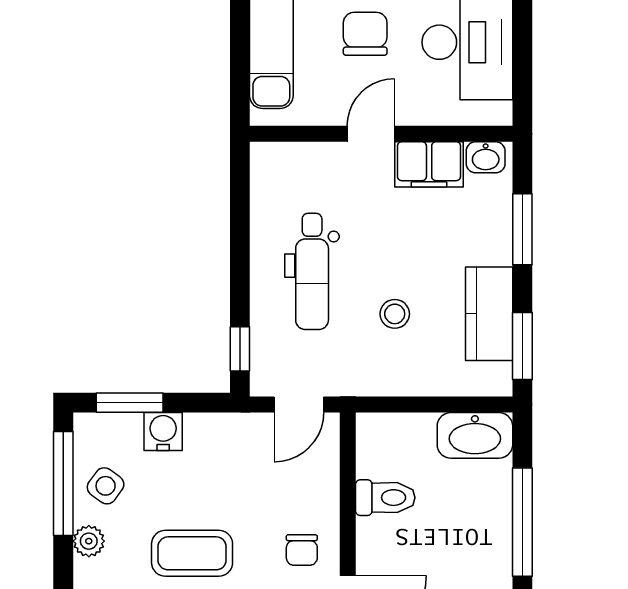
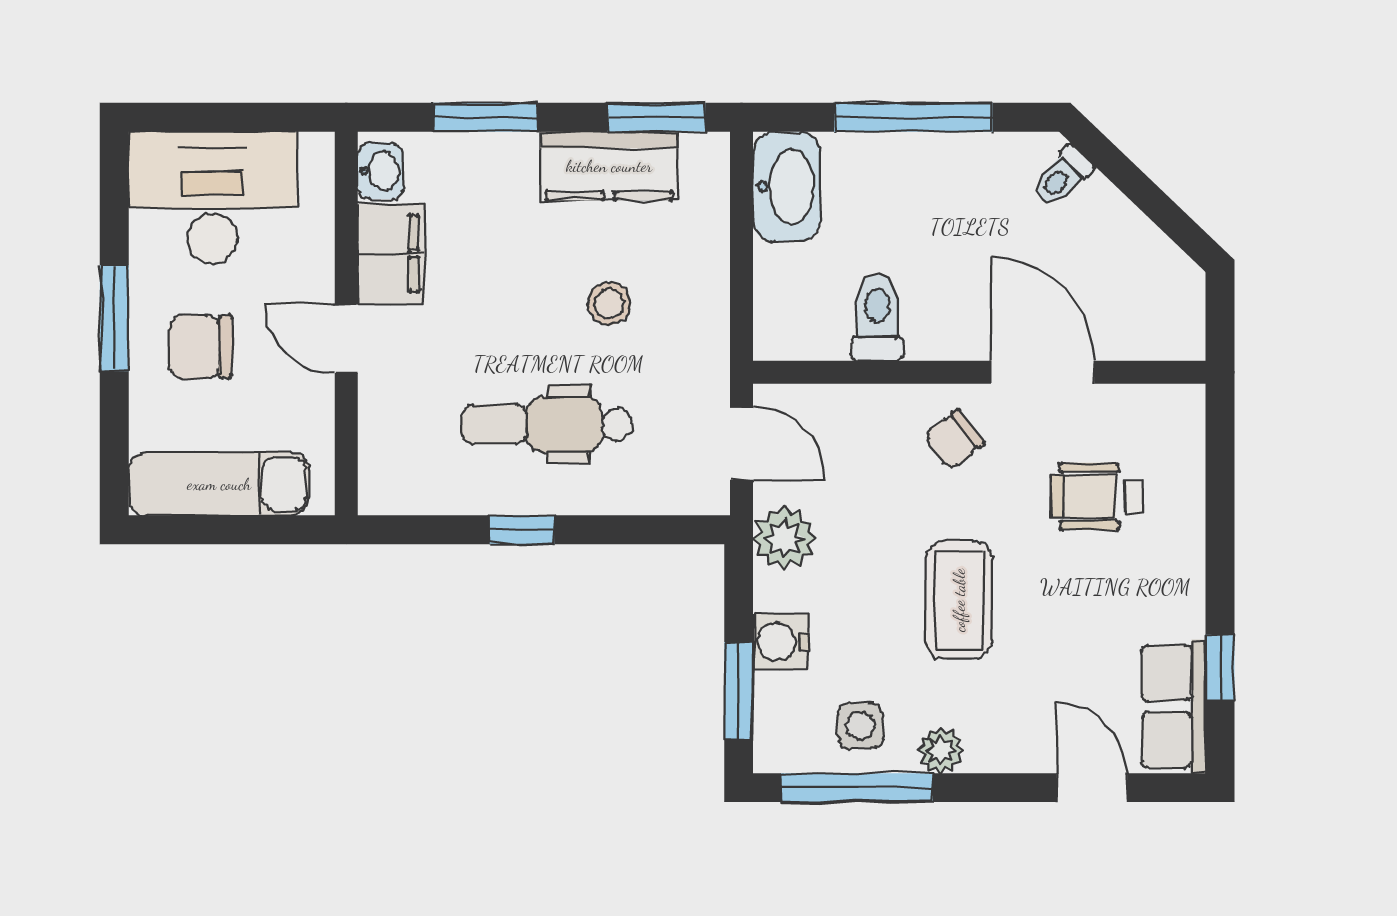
dental chair: (312, 271) -> (547, 424), turned 180
window: (240, 349) -> (522, 530), moved
plant: (234, 434) -> (784, 538), added
side table: (106, 486) -> (860, 726), turned -36
chair: (302, 550) -> (954, 439), turned 143

